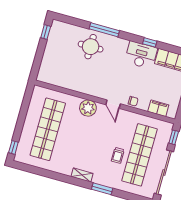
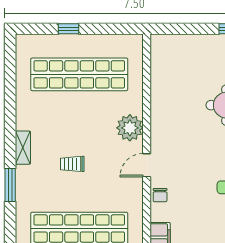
window: (13, 147) -> (69, 29), moved
trolley: (118, 155) -> (72, 164), moved

